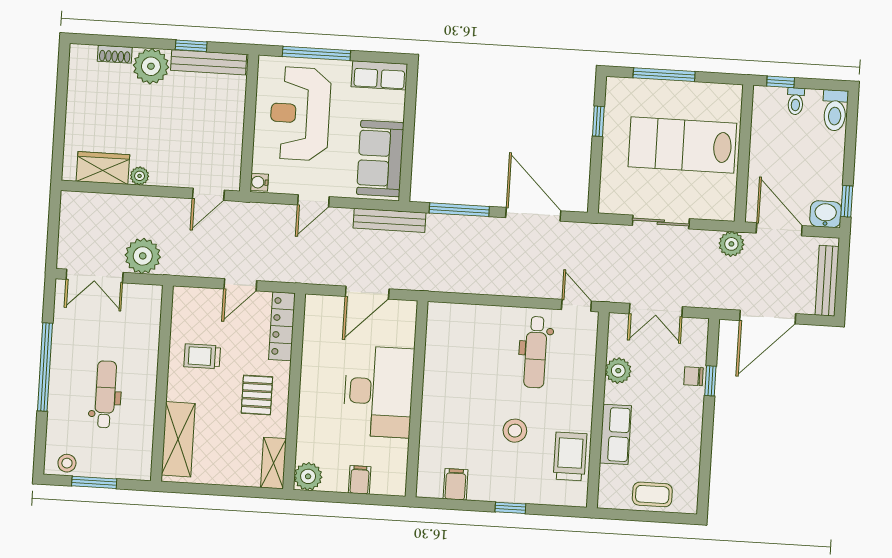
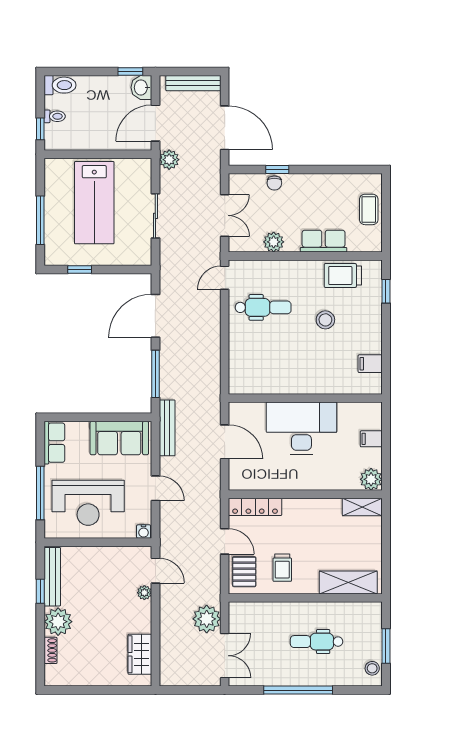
plant: (140, 176) -> (144, 593), moved
pallet: (257, 395) -> (244, 572), moved, turned 90
window: (510, 508) -> (386, 291), moved

